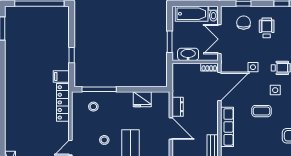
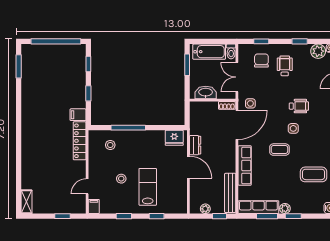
window: (72, 26) -> (88, 64), added
window: (170, 42) -> (187, 65), moved
side table: (253, 67) -> (250, 103), moved
window: (99, 89) -> (128, 128), moved
fridge: (142, 99) -> (174, 138), moved

